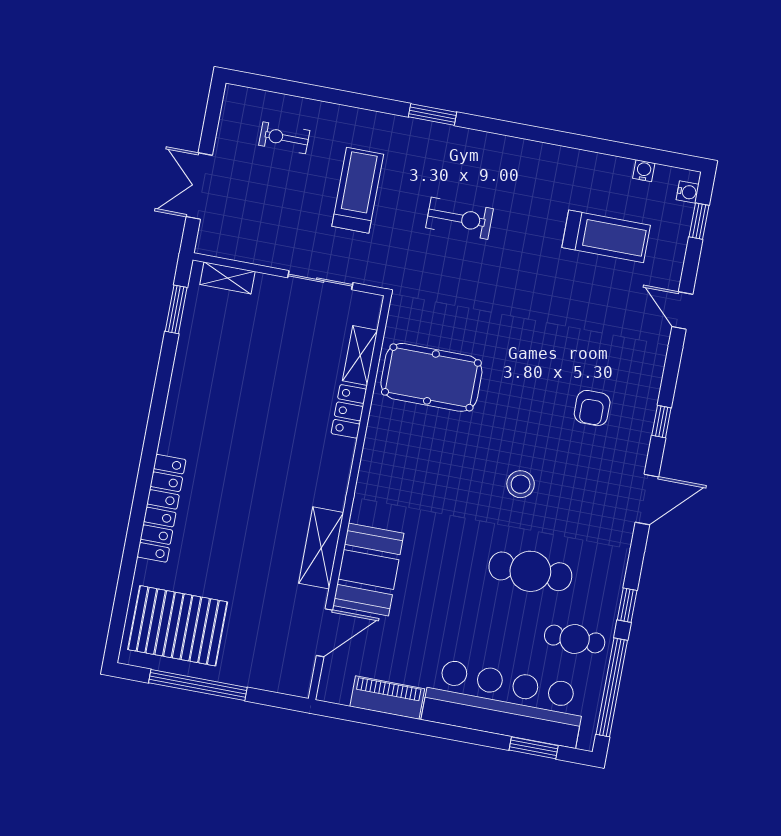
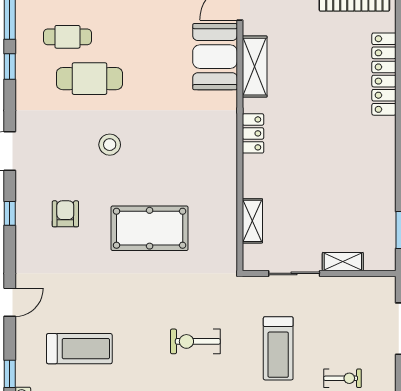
treadmill: (606, 236) -> (79, 349), turned 180
shelving: (227, 278) -> (343, 262), moved
door: (682, 310) -> (10, 302), hinge flipped
pool table: (431, 377) -> (150, 228), moved
locker: (349, 411) -> (253, 133), moved
cafe table: (575, 639) -> (67, 37), moved

